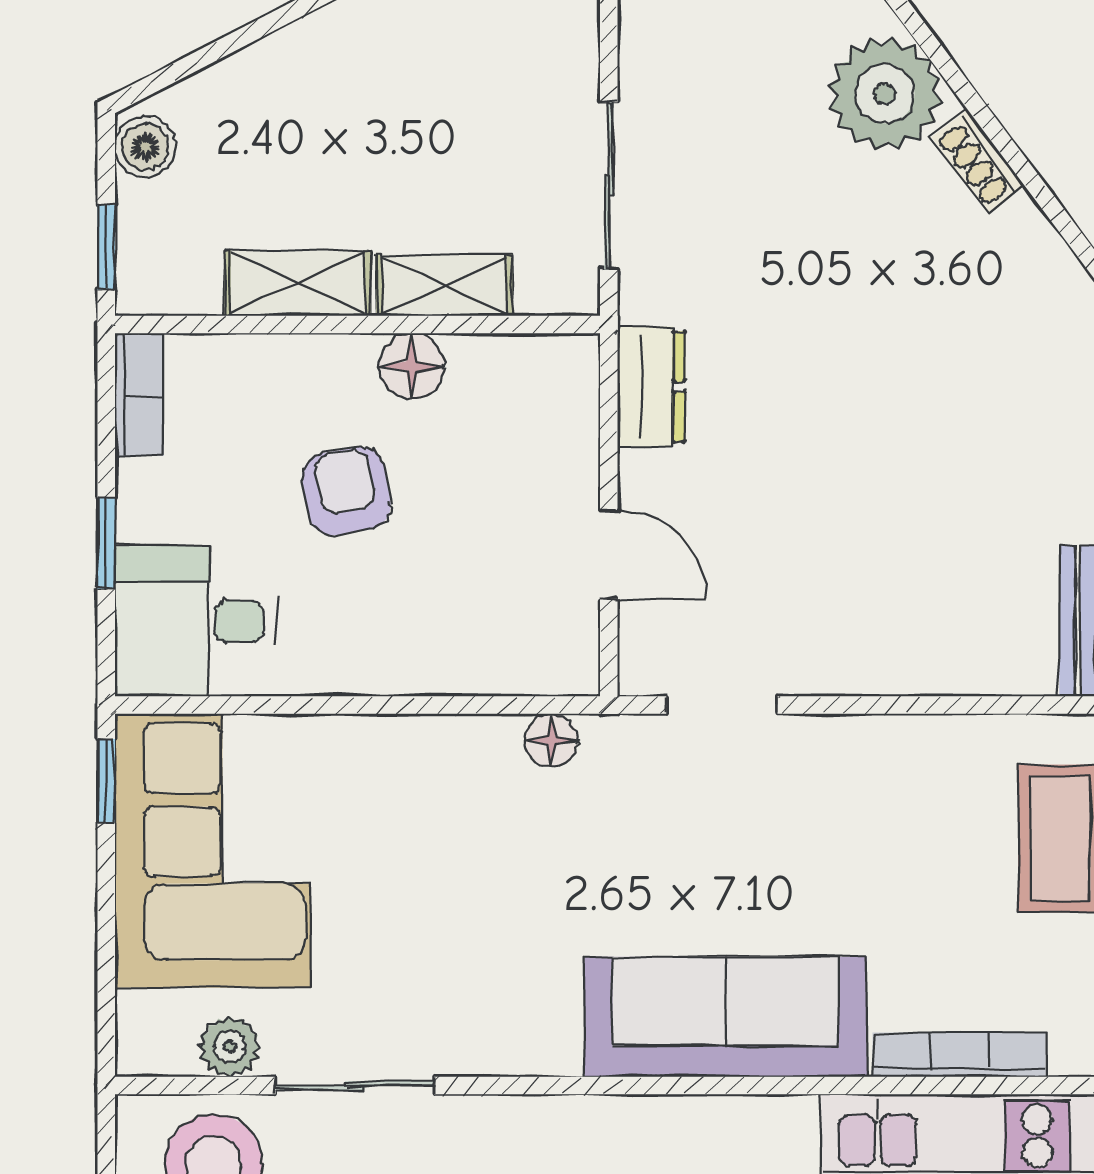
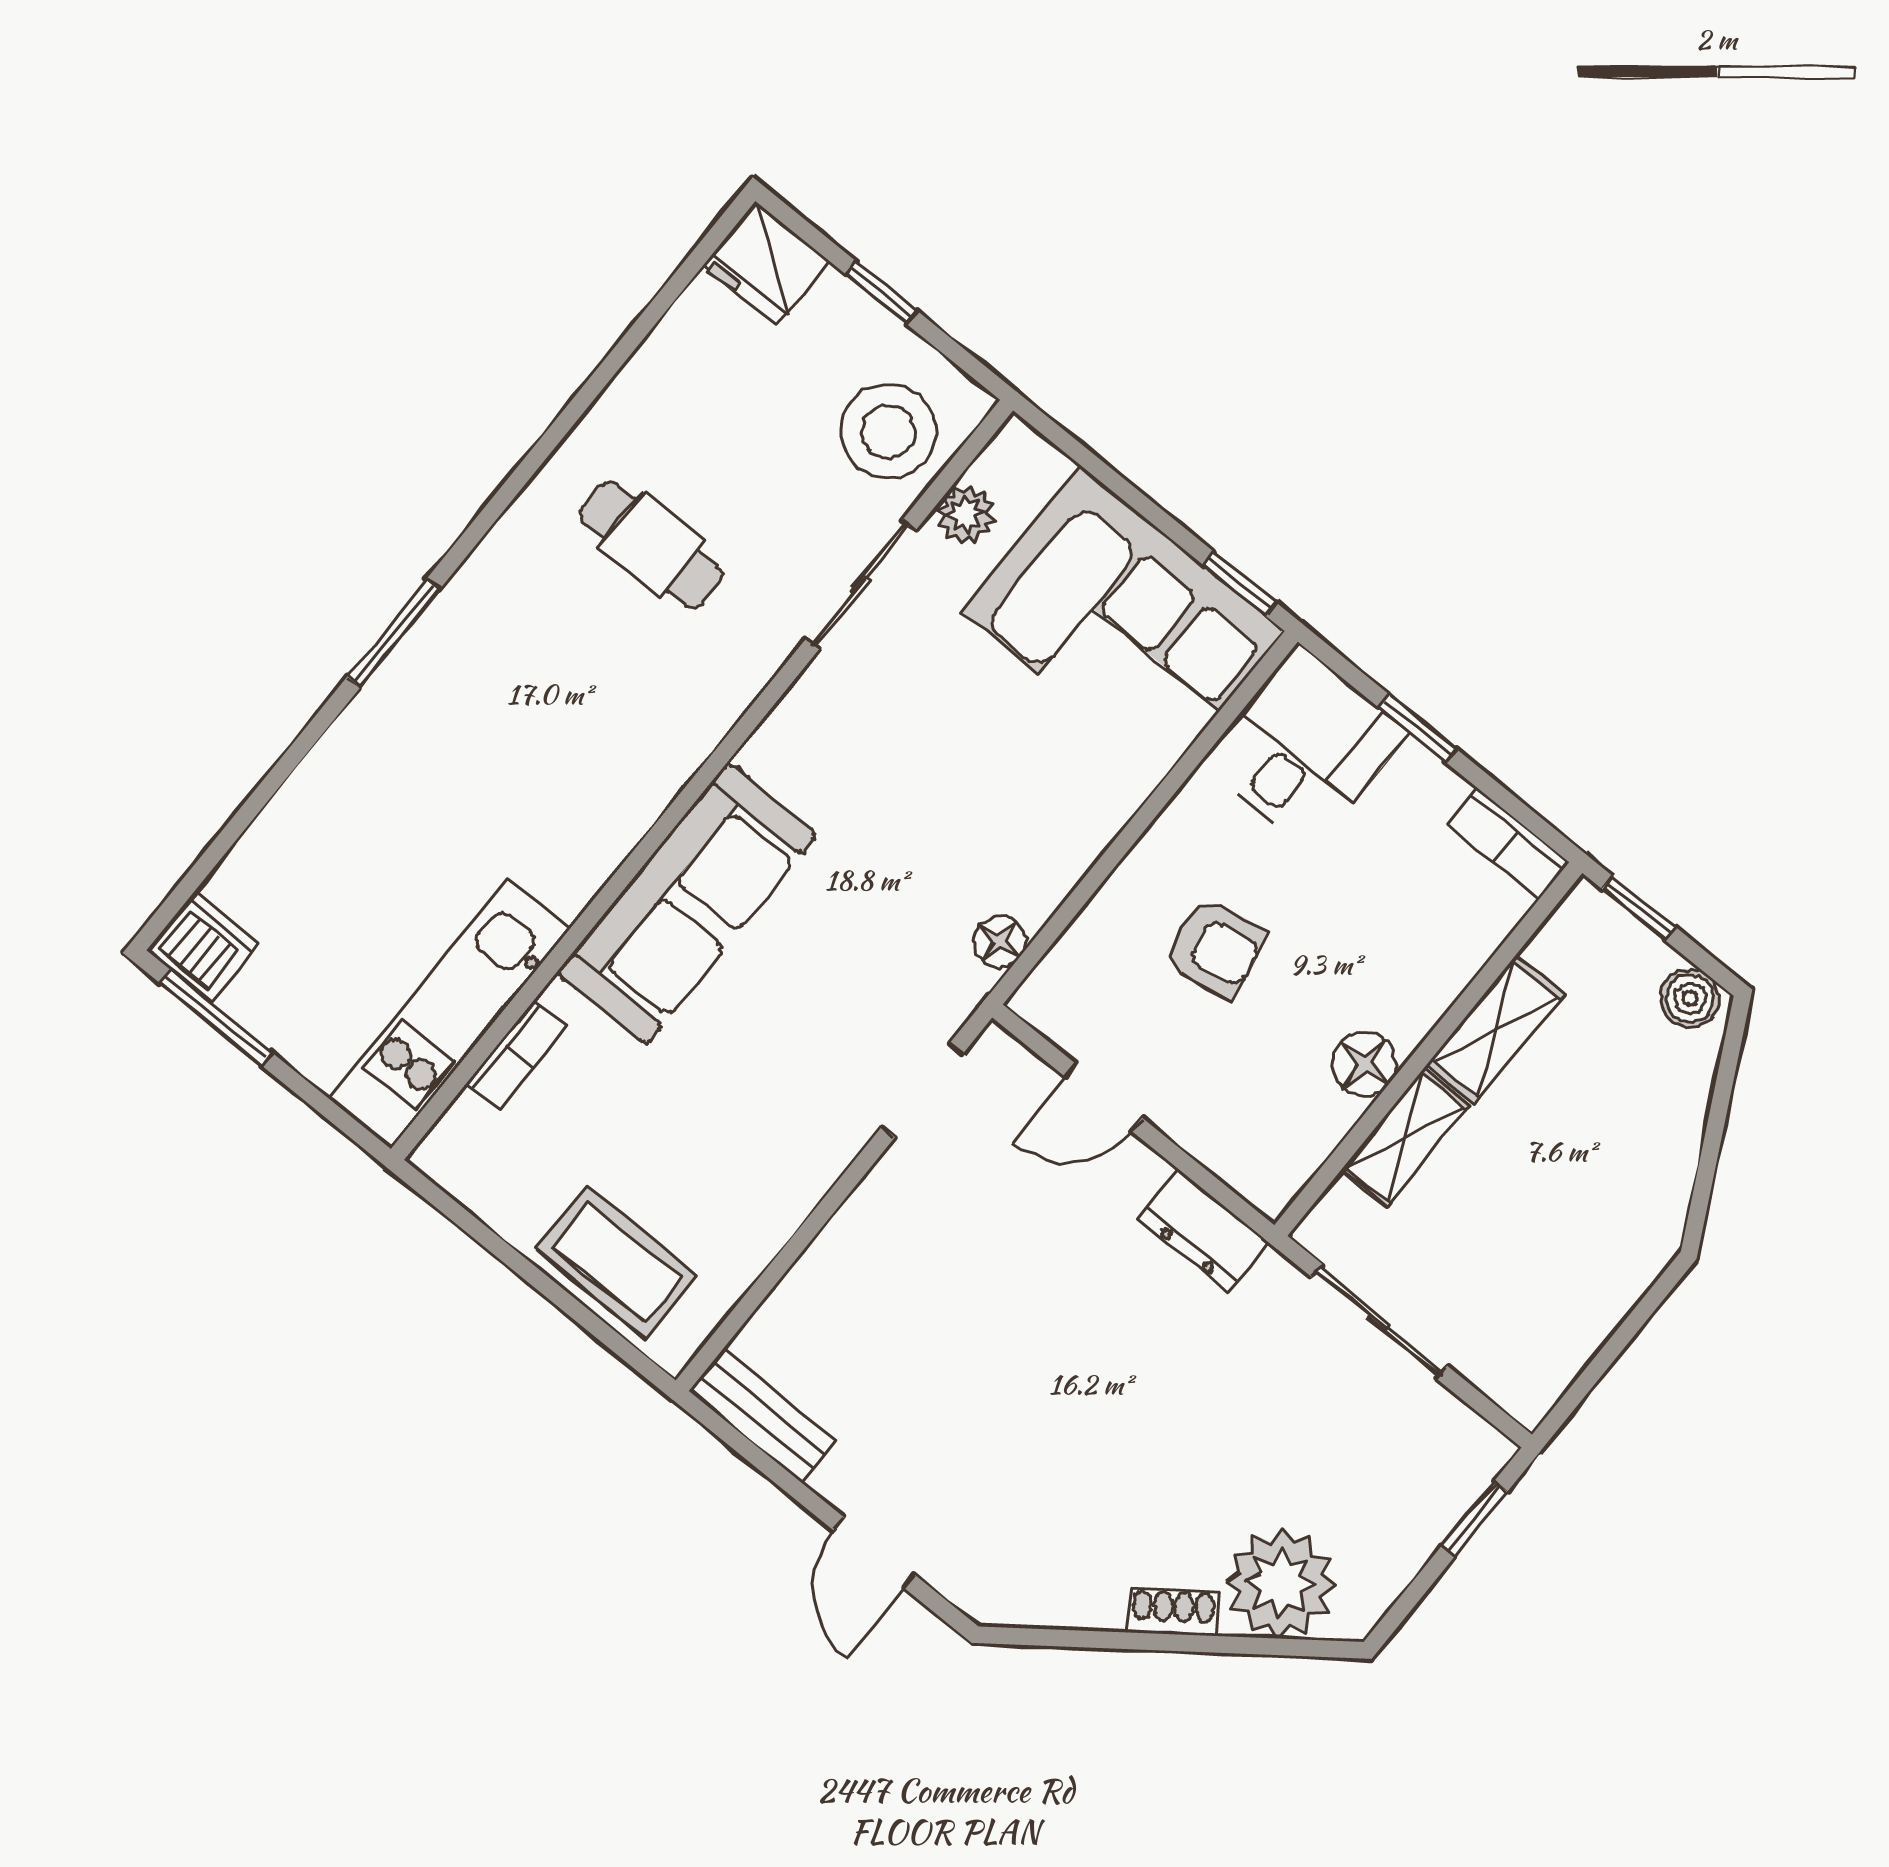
armchair: (346, 491) -> (1215, 948), moved
bookcase: (959, 1055) -> (516, 1055), width x0.64

